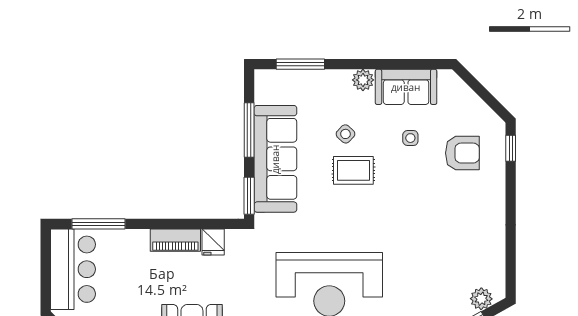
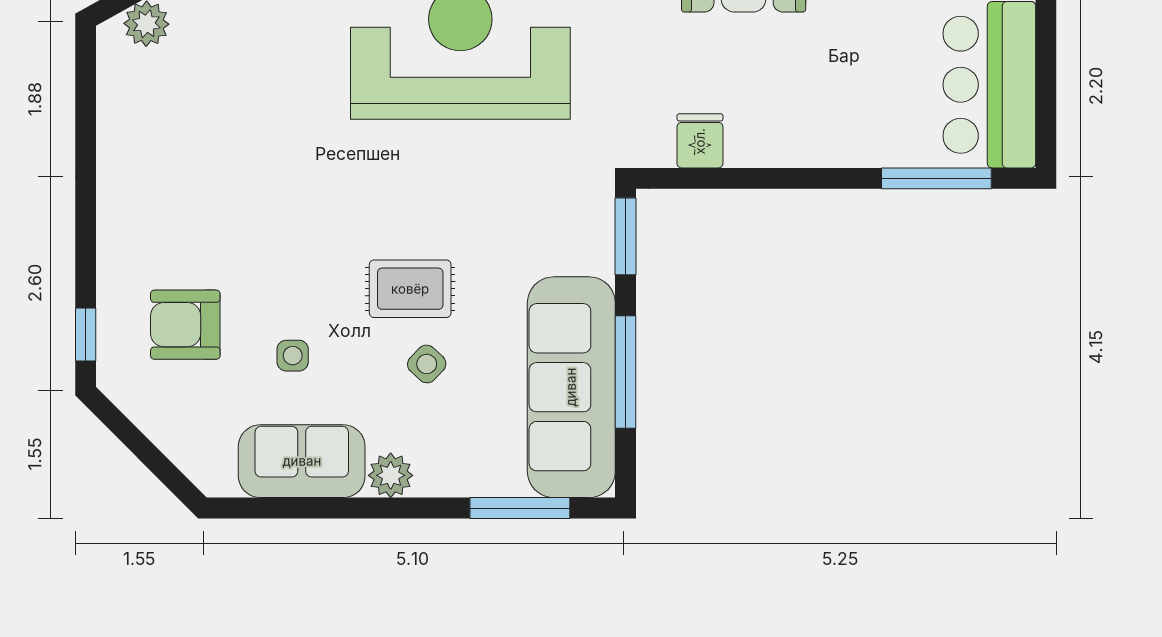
sofa: (275, 159) -> (571, 387), moved
piano: (175, 240) -> (778, 145), removed

